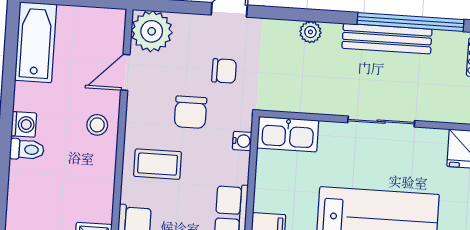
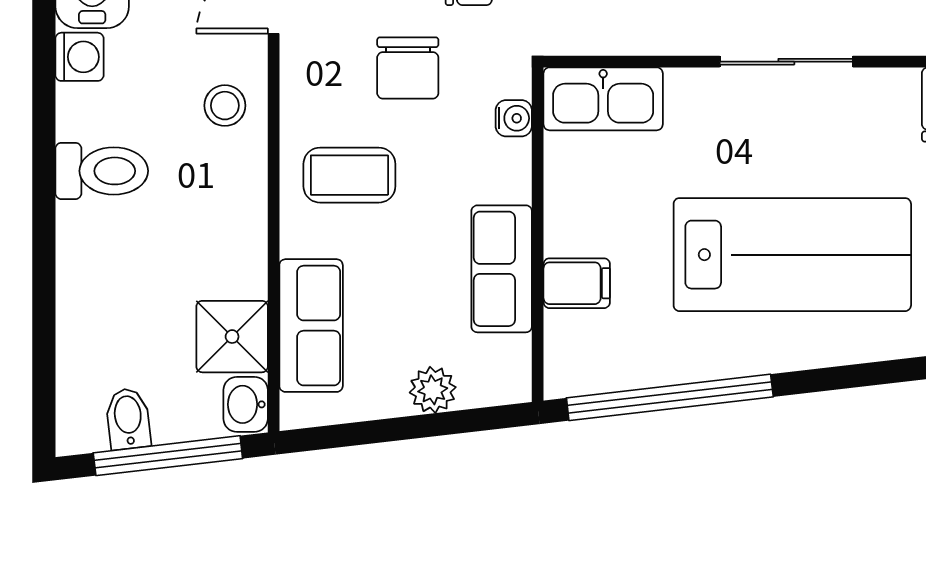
washing machine: (24, 124) -> (79, 57), moved
toilet: (27, 149) -> (102, 171), width x1.37, depth x1.39

